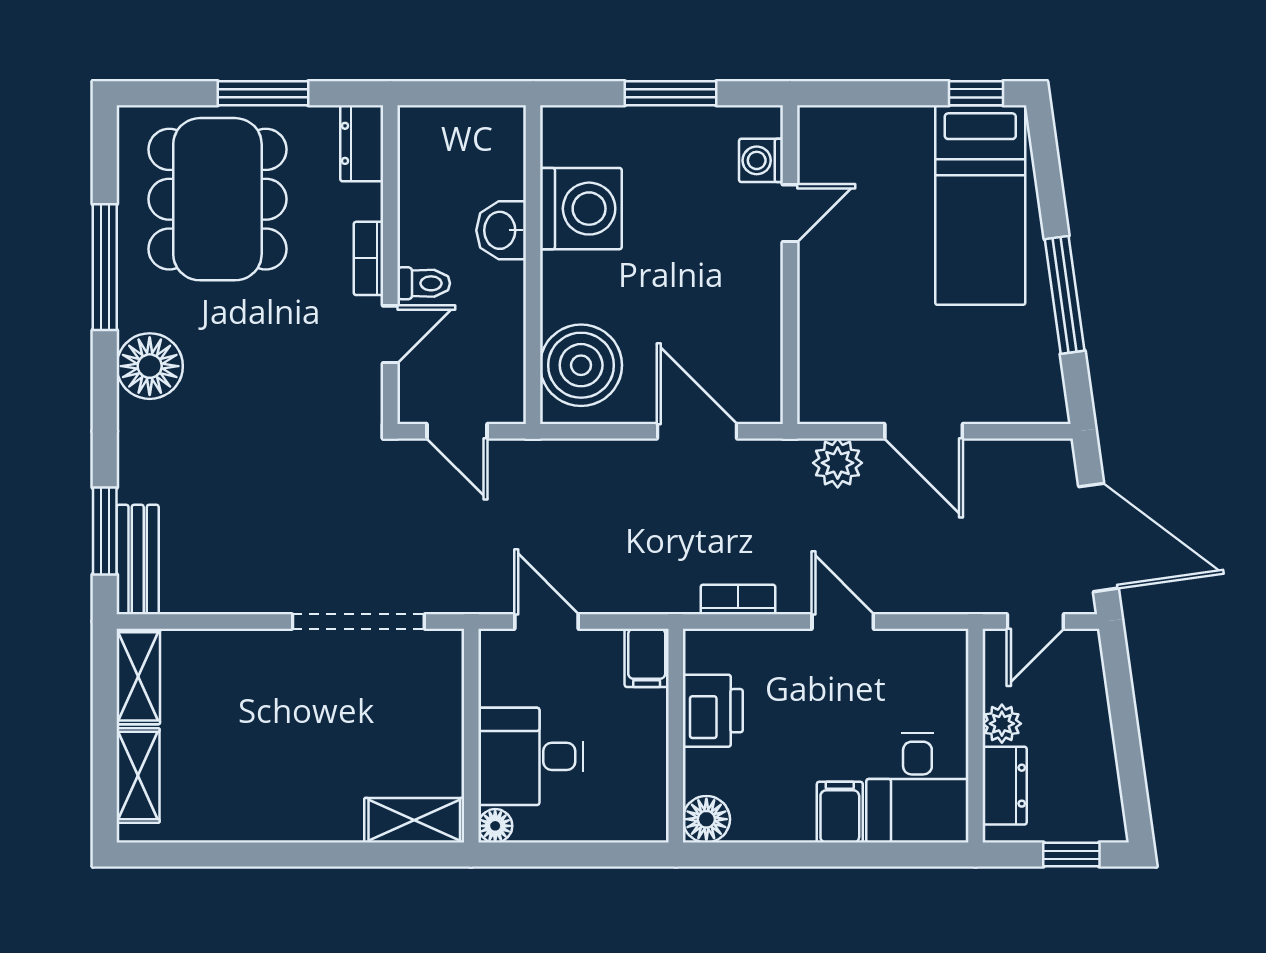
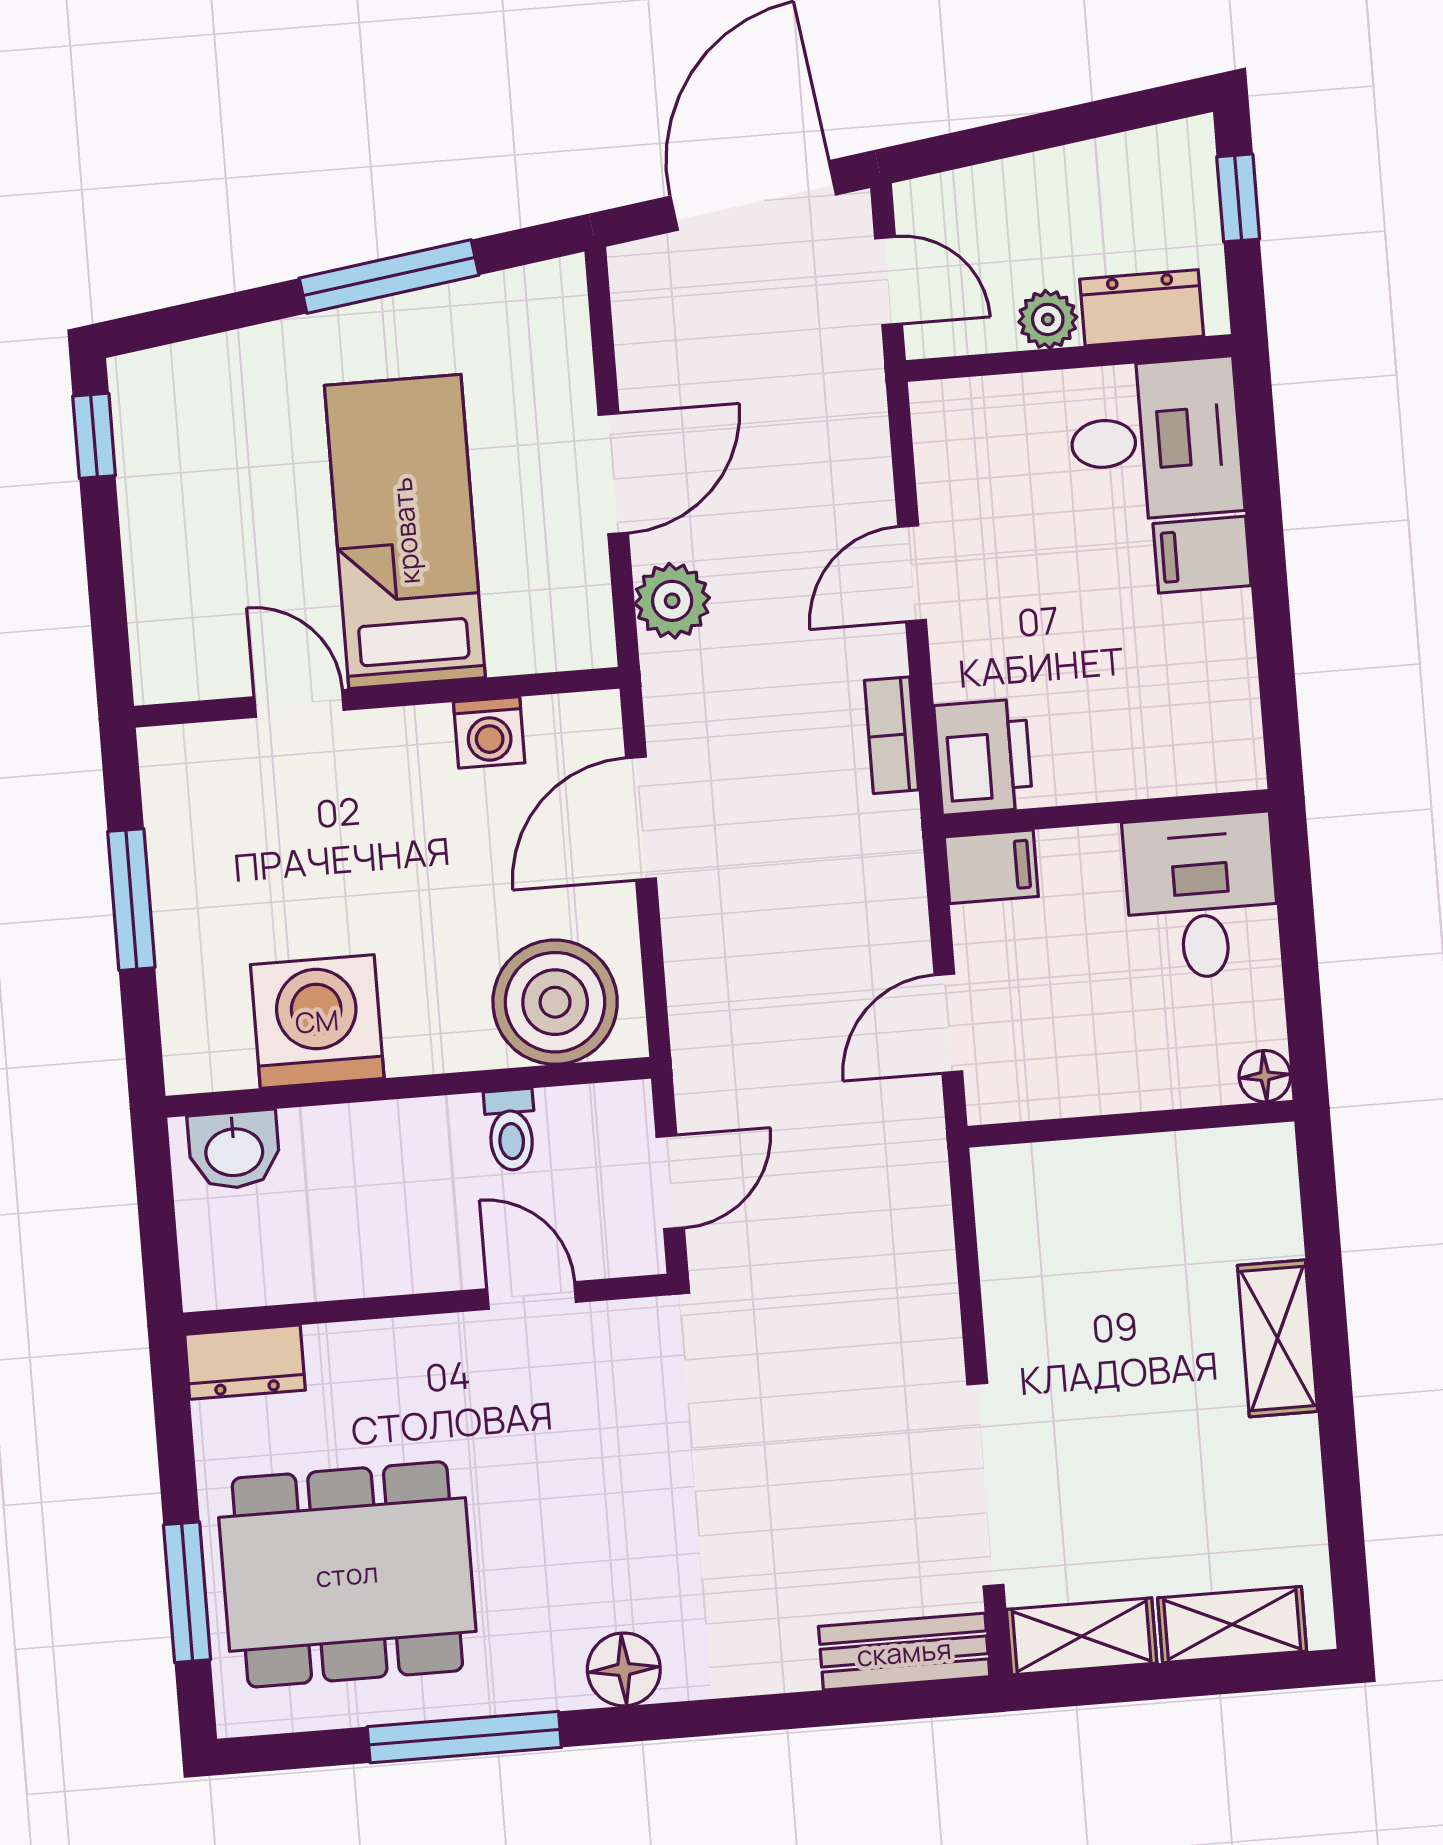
window: (263, 93) -> (187, 1592), moved
washing machine: (761, 160) -> (489, 732), moved
bed: (980, 205) -> (405, 531), moved, turned -90
washbasin: (501, 230) -> (234, 1150), moved
bookcase: (368, 258) -> (419, 1338), removed
toilet: (424, 283) -> (511, 1130), moved, turned 180
floor lamp: (150, 366) -> (624, 1669), width x0.73, depth x0.73
window: (105, 531) -> (865, 1705), removed
doorway: (358, 621) -> (985, 1485), moved
printer: (713, 711) -> (983, 757), moved, turned 90
desk: (531, 756) -> (1202, 897), moved, turned 180
floor lamp: (706, 819) -> (1229, 756), removed
shelving: (414, 820) -> (1277, 1338), moved

